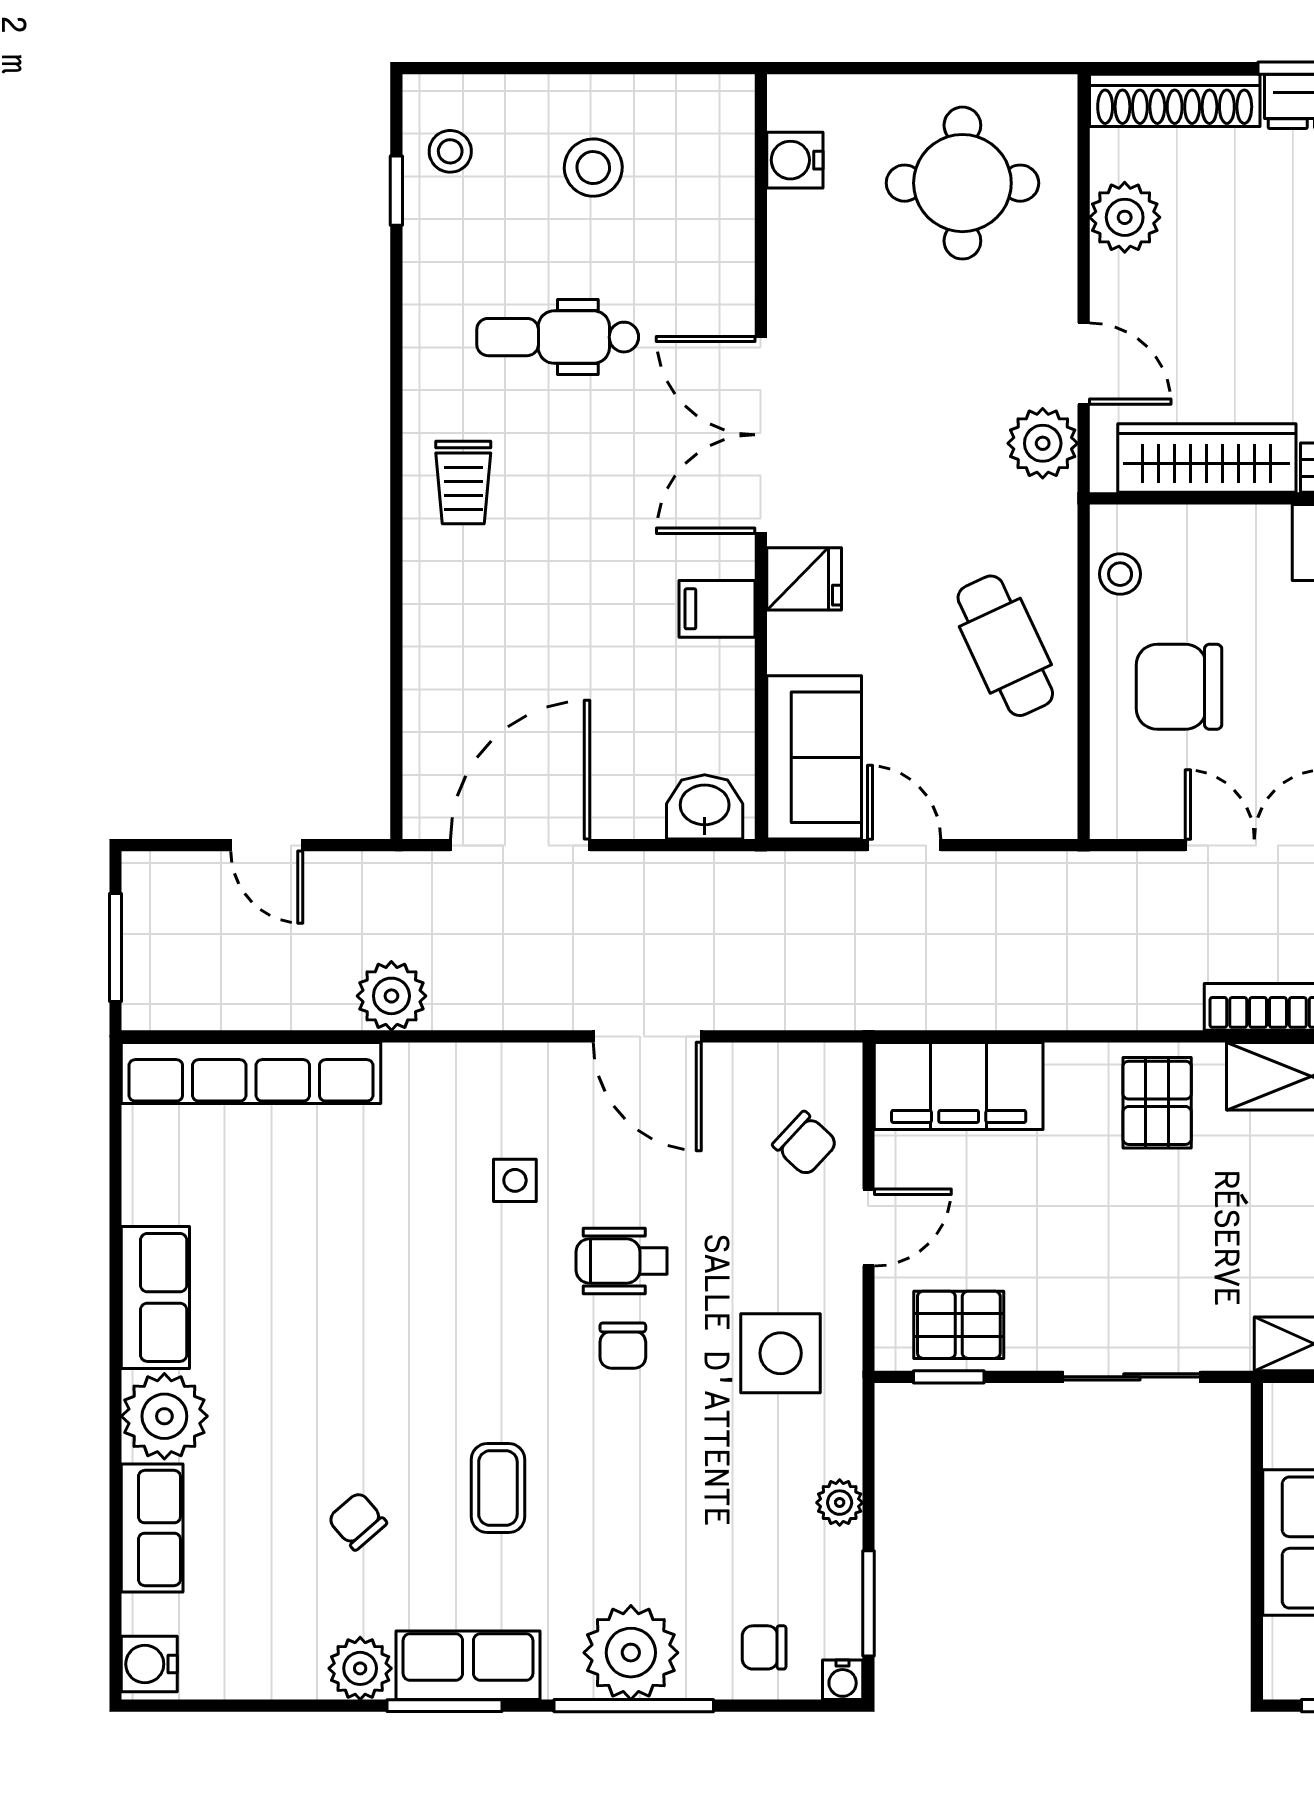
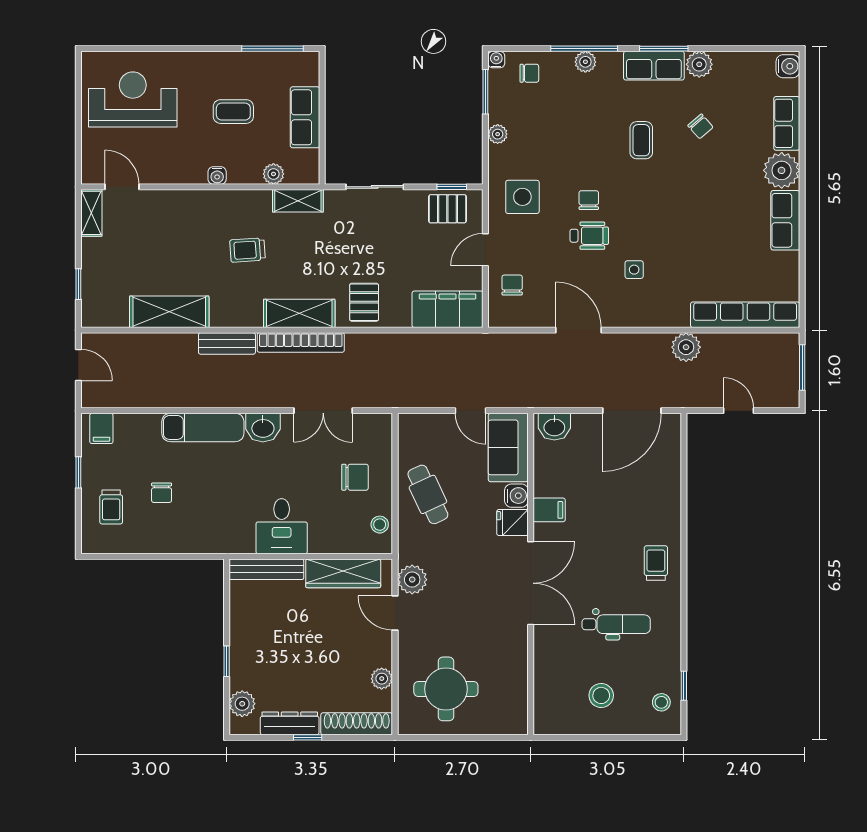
water cooler: (795, 160) -> (516, 496), moved
plant: (1125, 217) -> (382, 679), width x0.73, depth x0.73
chair: (1179, 687) -> (355, 477), width x0.73, depth x0.73
chair: (805, 1144) -> (512, 285), turned 47
plant: (631, 1653) -> (585, 62), width x0.53, depth x0.53

